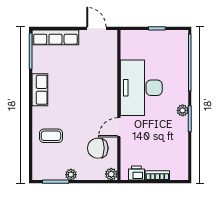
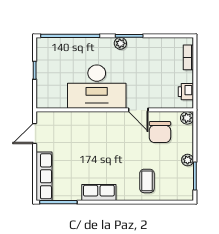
bookcase: (157, 175) -> (188, 57), moved

